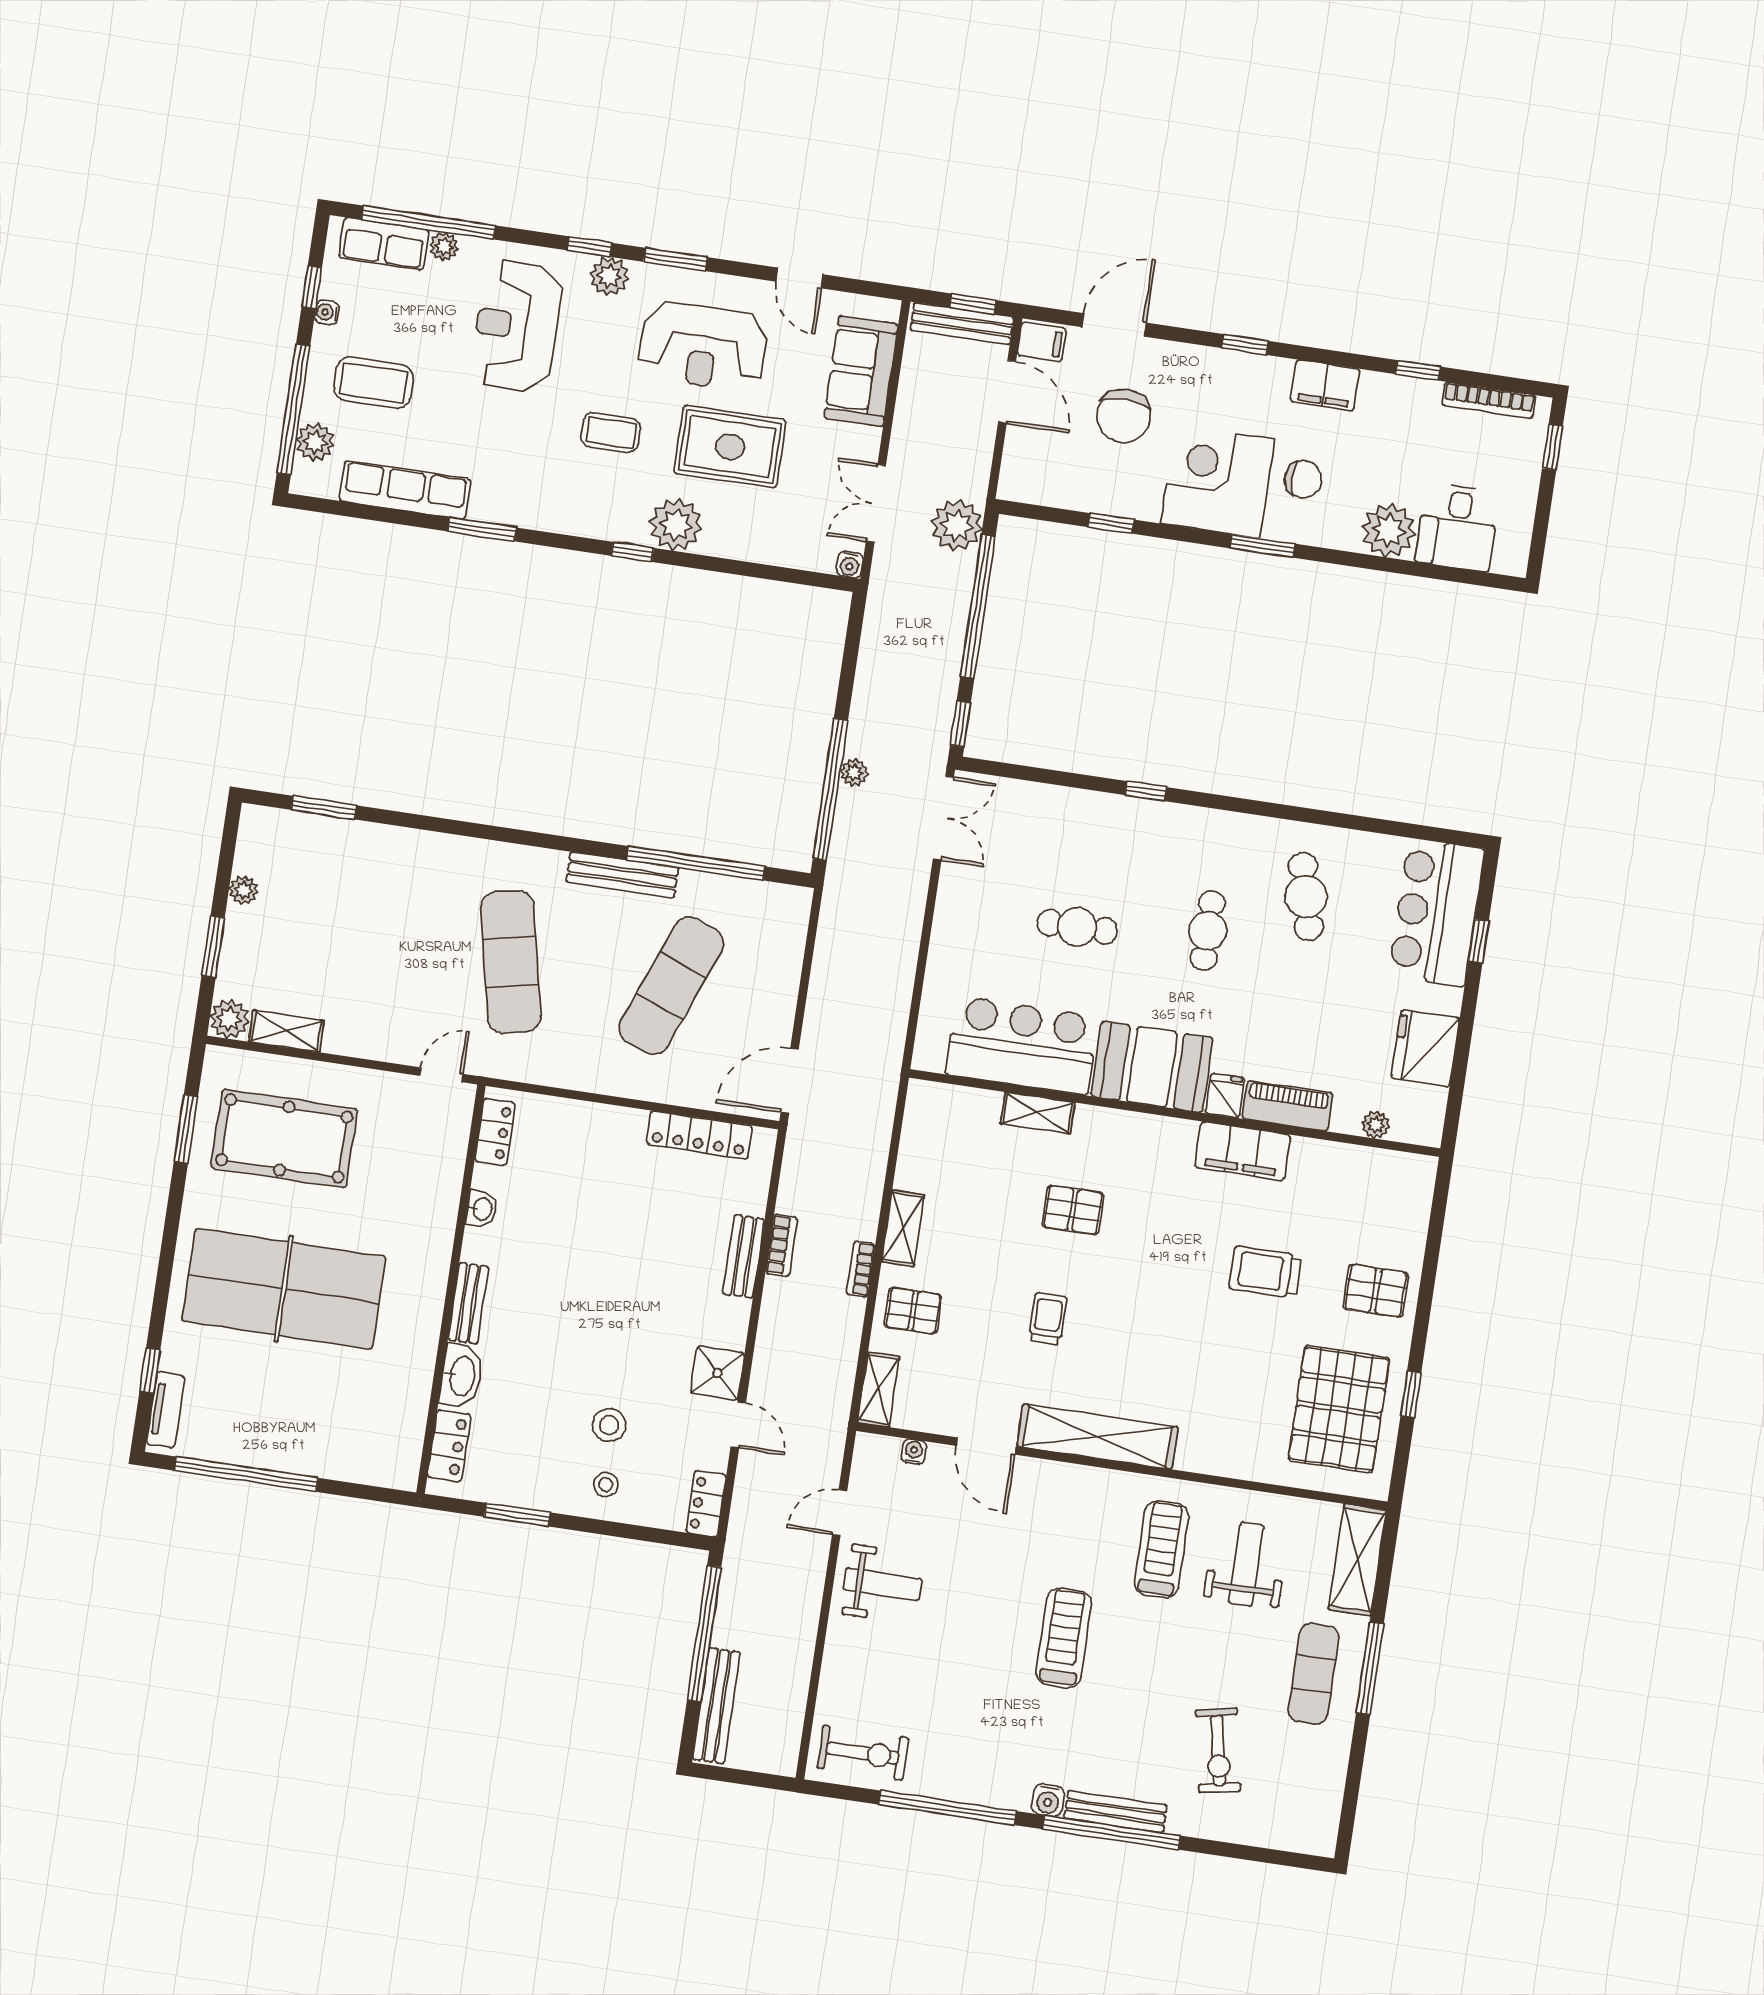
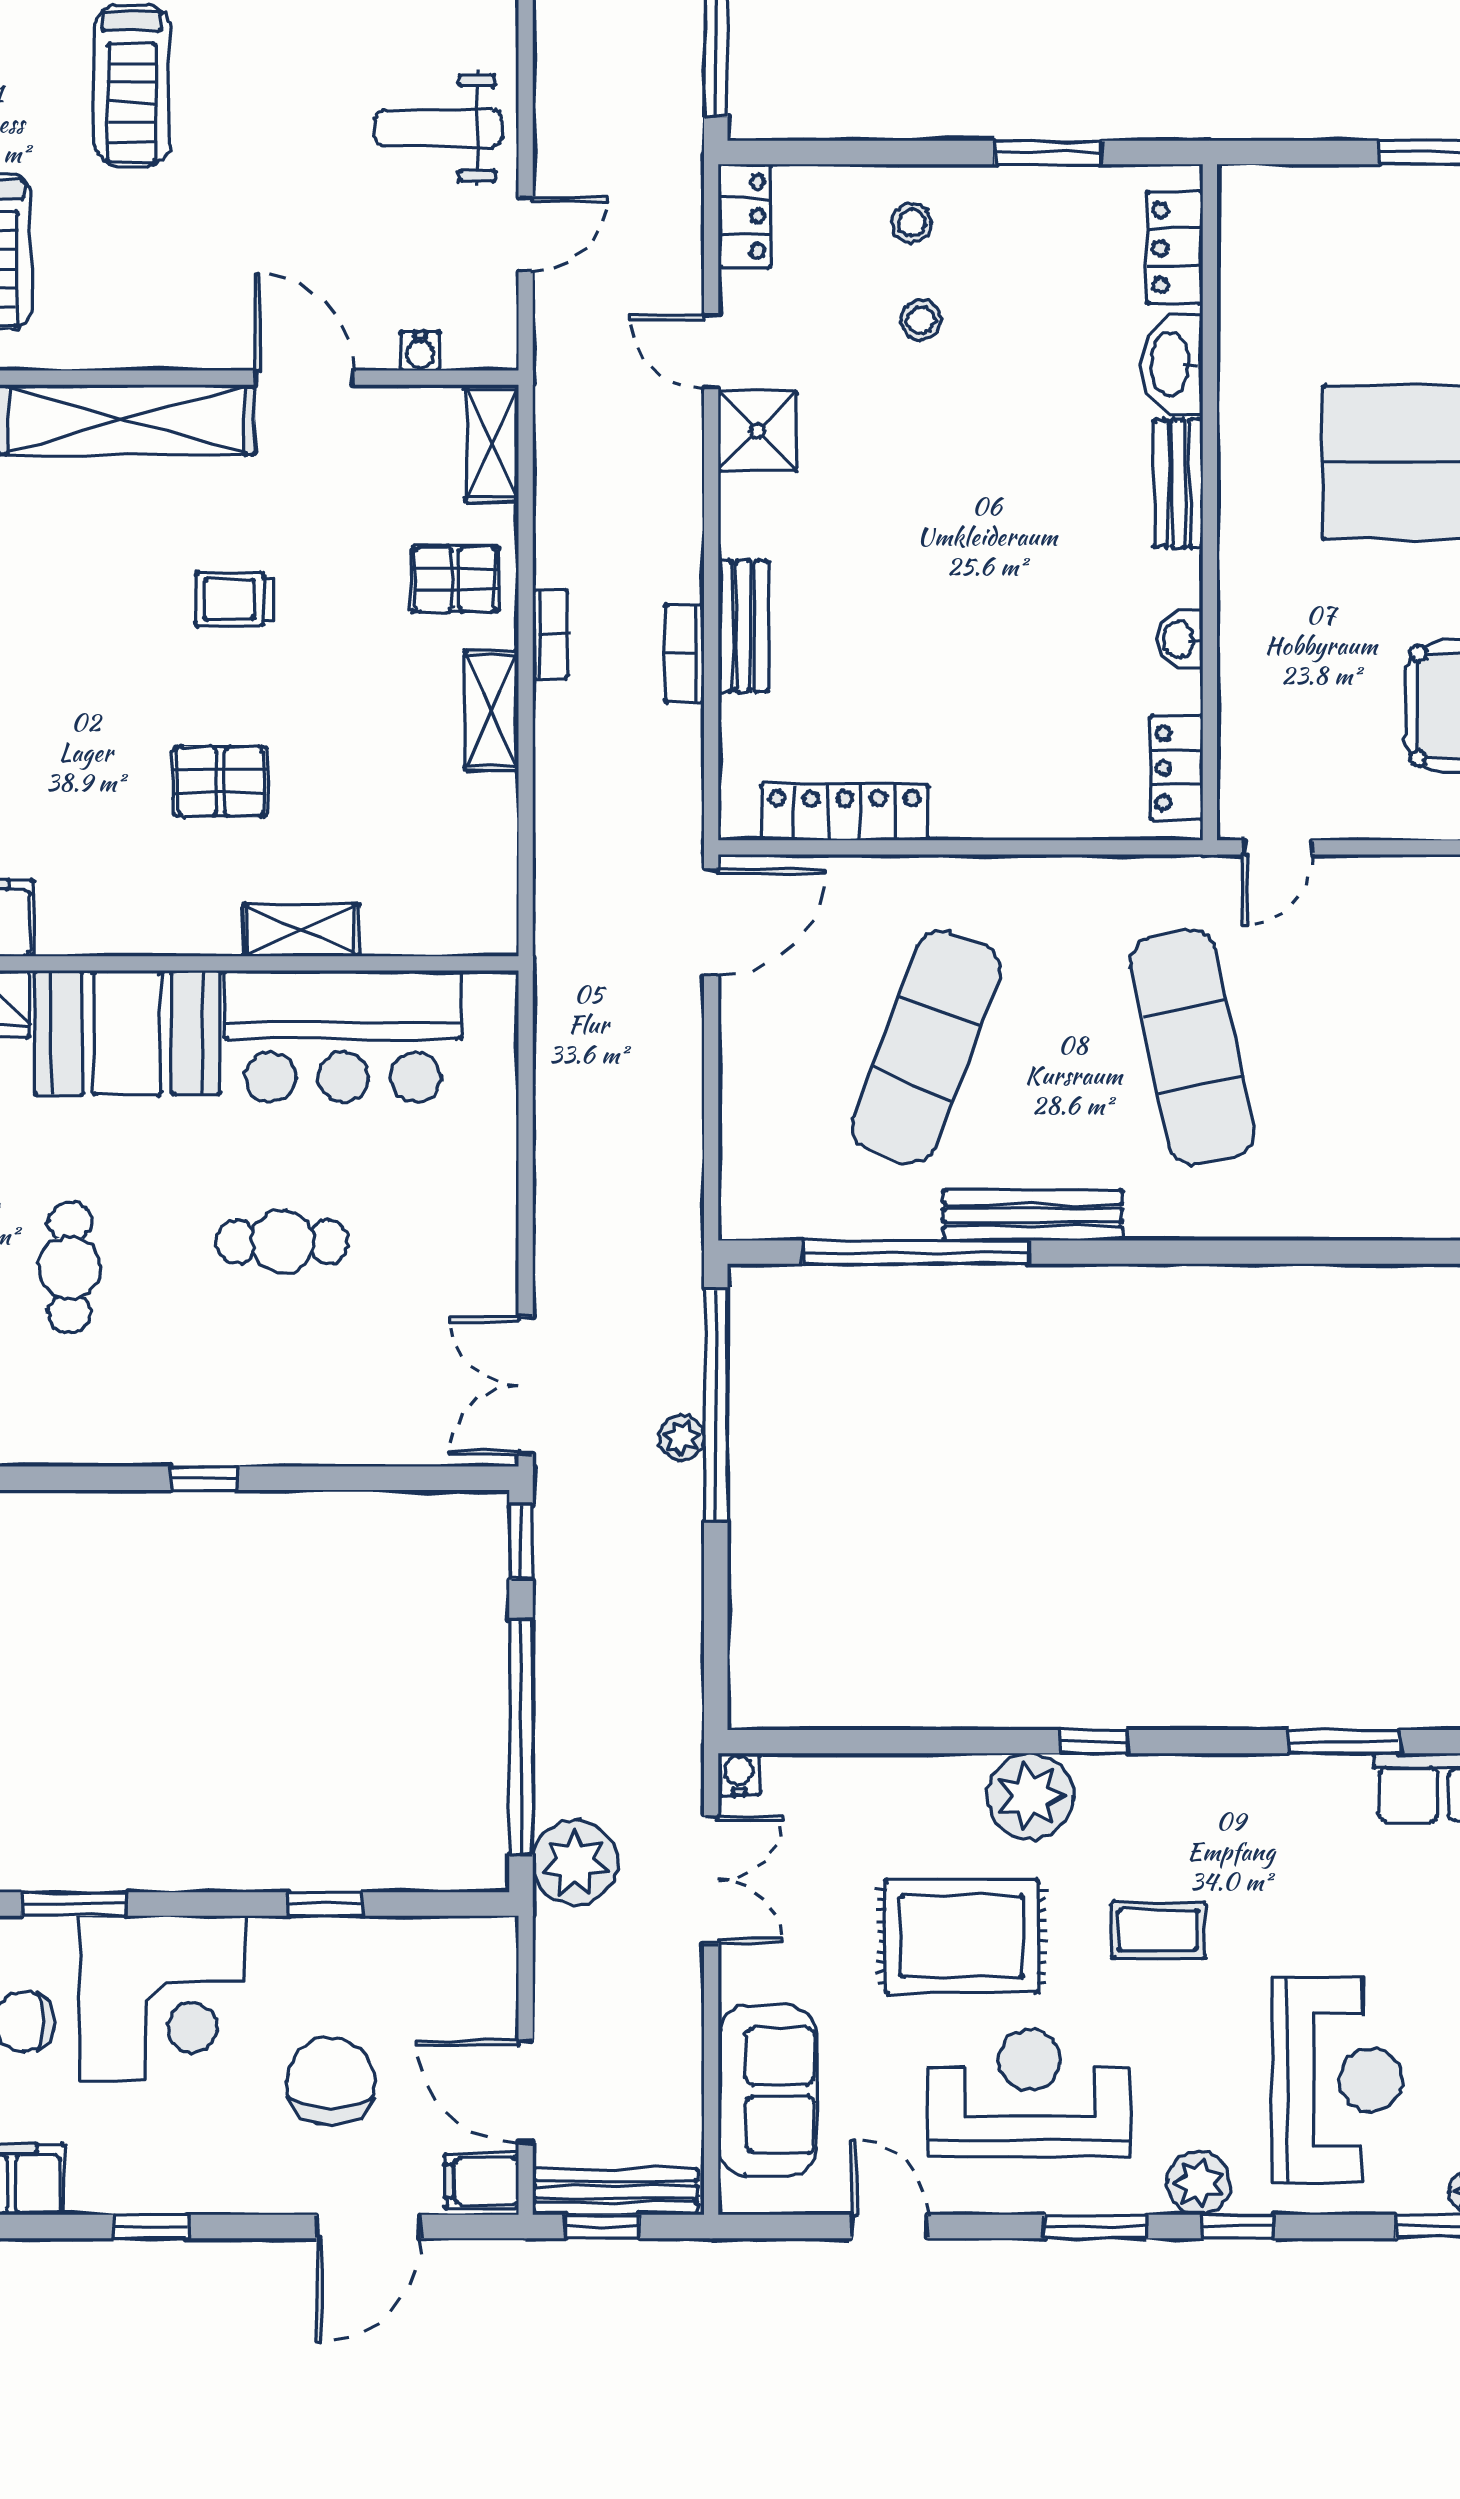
trolley: (1048, 1318) -> (235, 599), turned 90
stool: (609, 1425) -> (921, 320), width x0.73, depth x0.73

